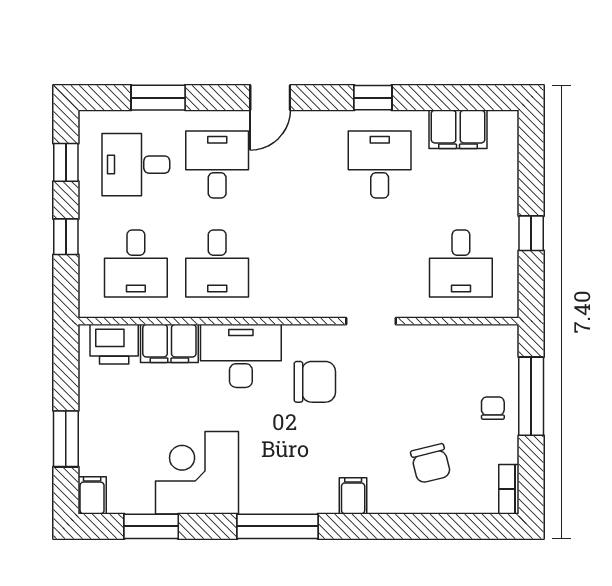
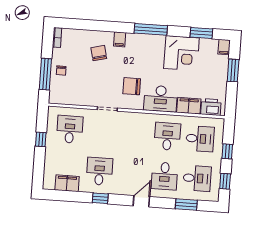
desk: (380, 165) -> (99, 171), turned 180
desk: (136, 264) -> (200, 139), turned 90
chair: (431, 463) -> (99, 53), moved

